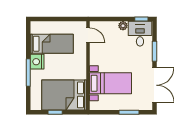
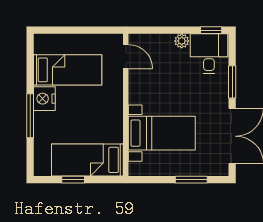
bed: (64, 95) -> (87, 160), width x0.67

